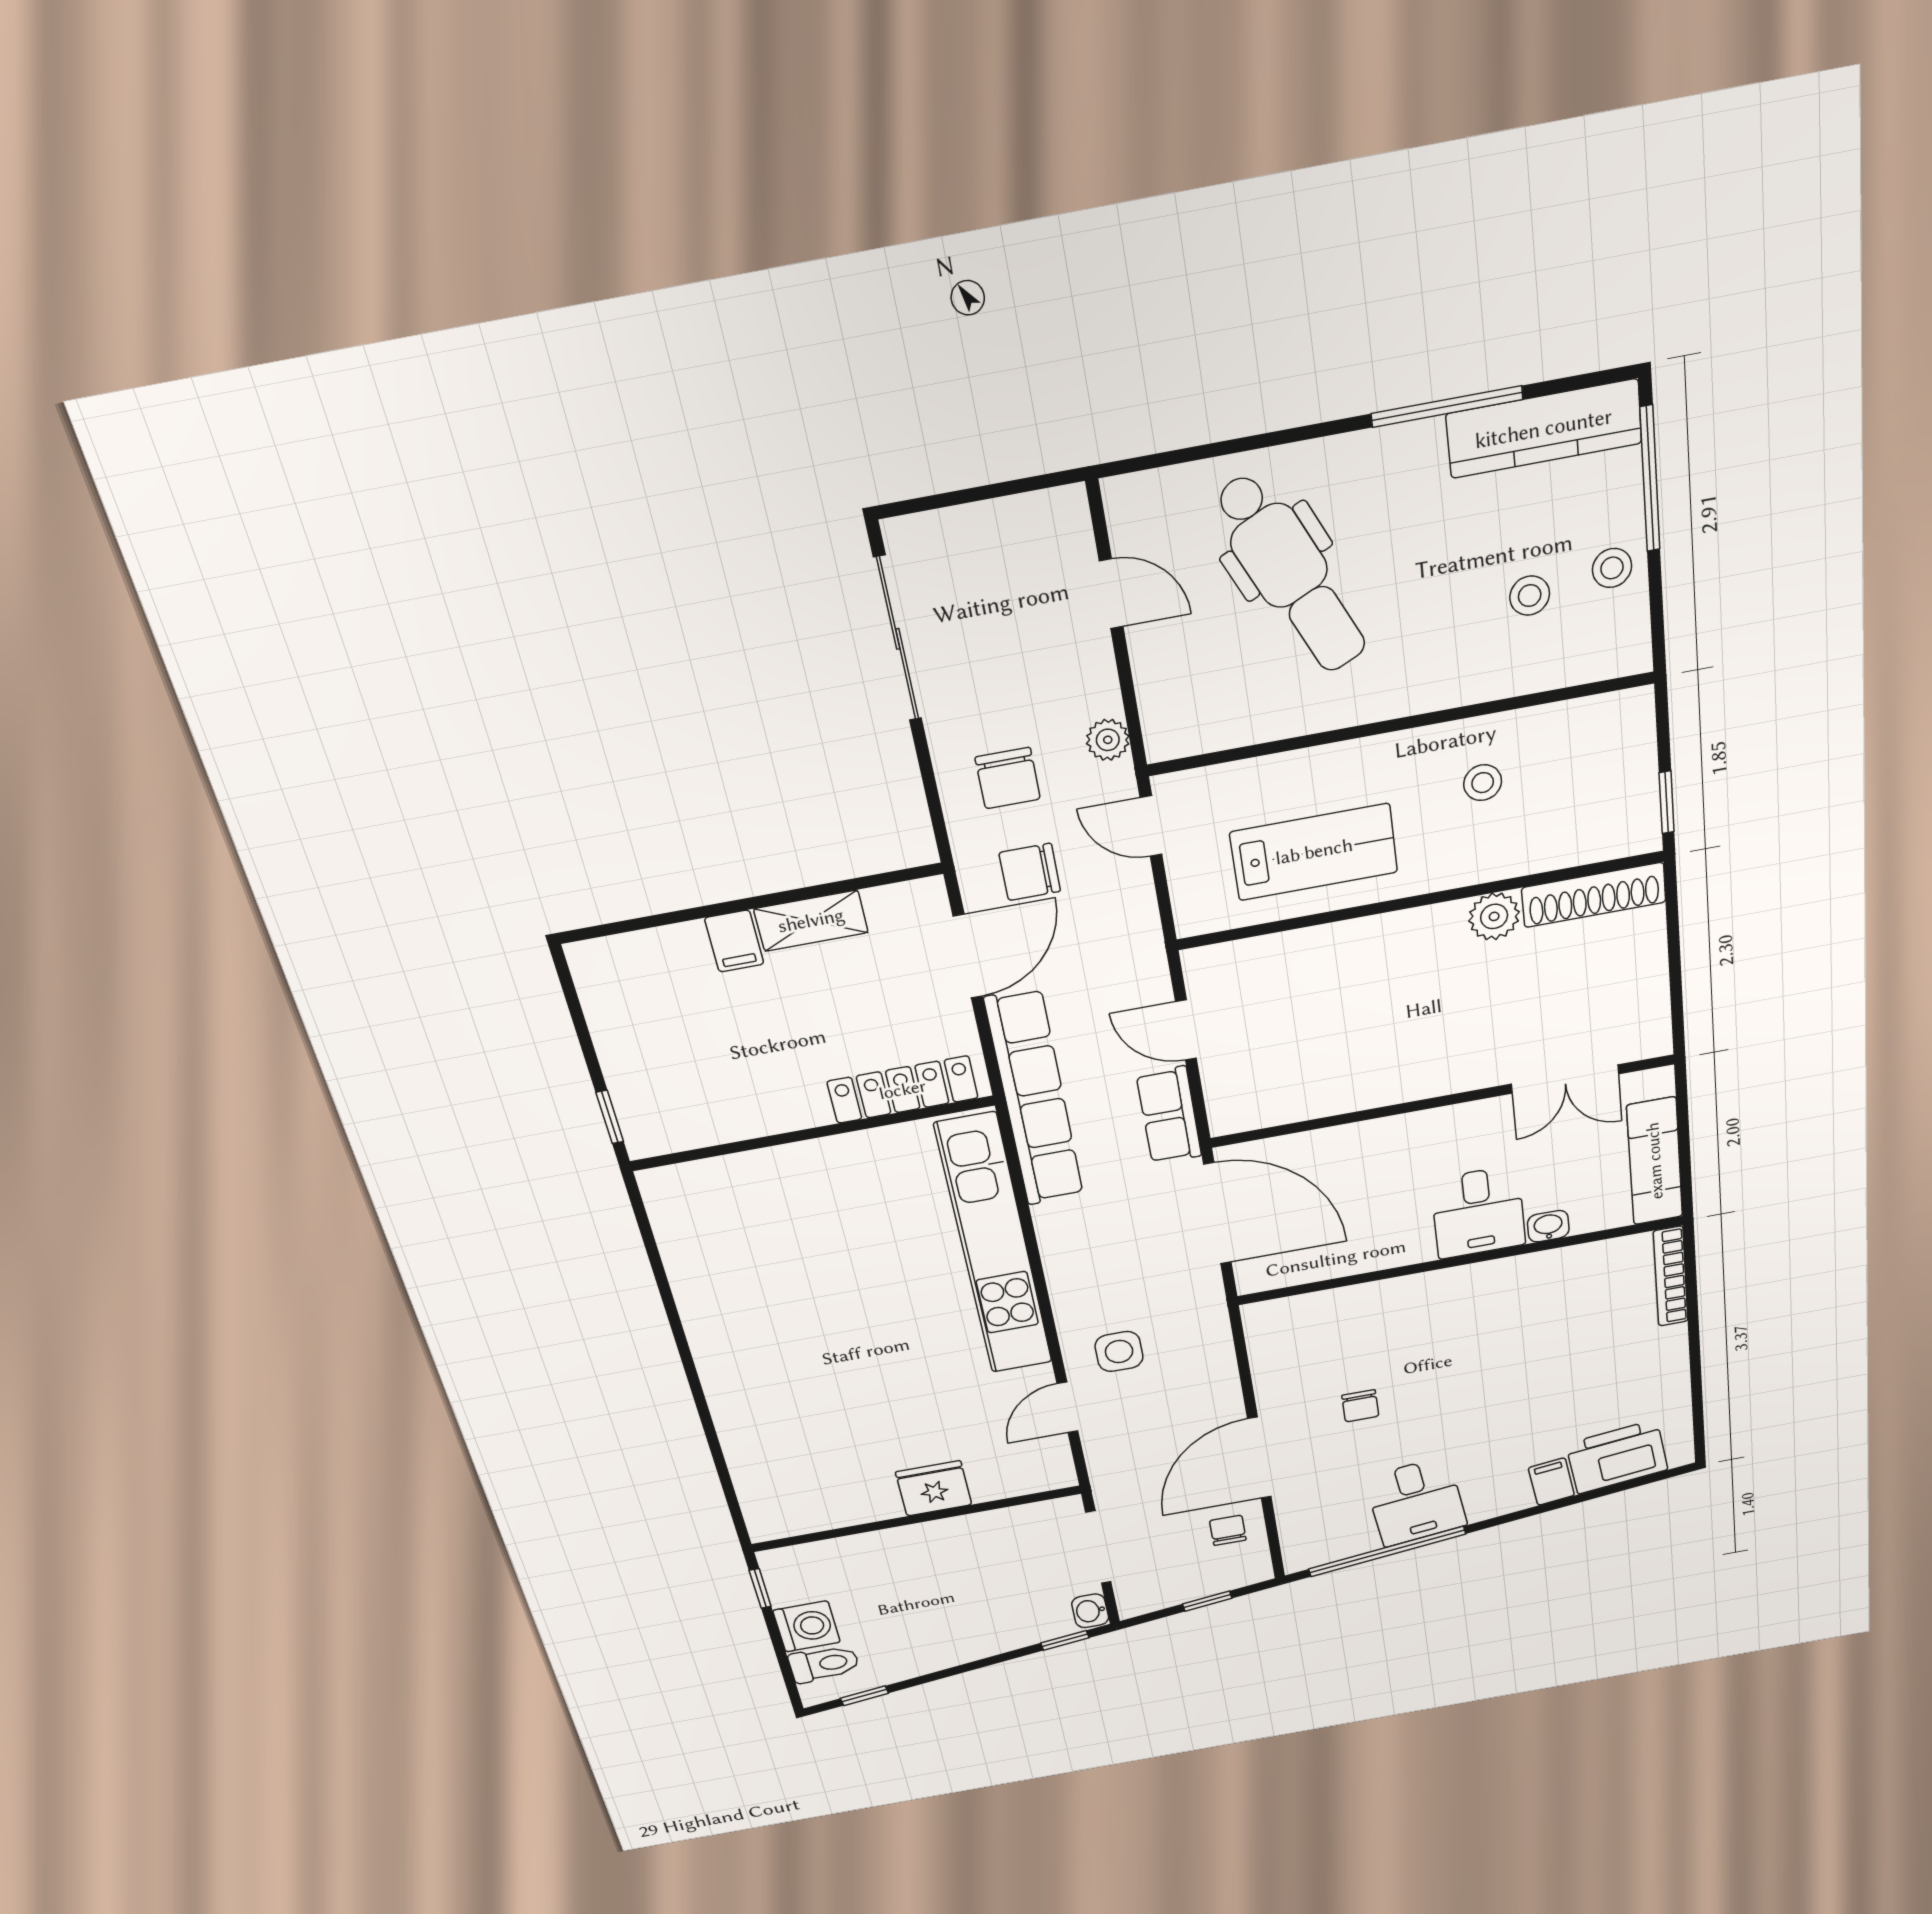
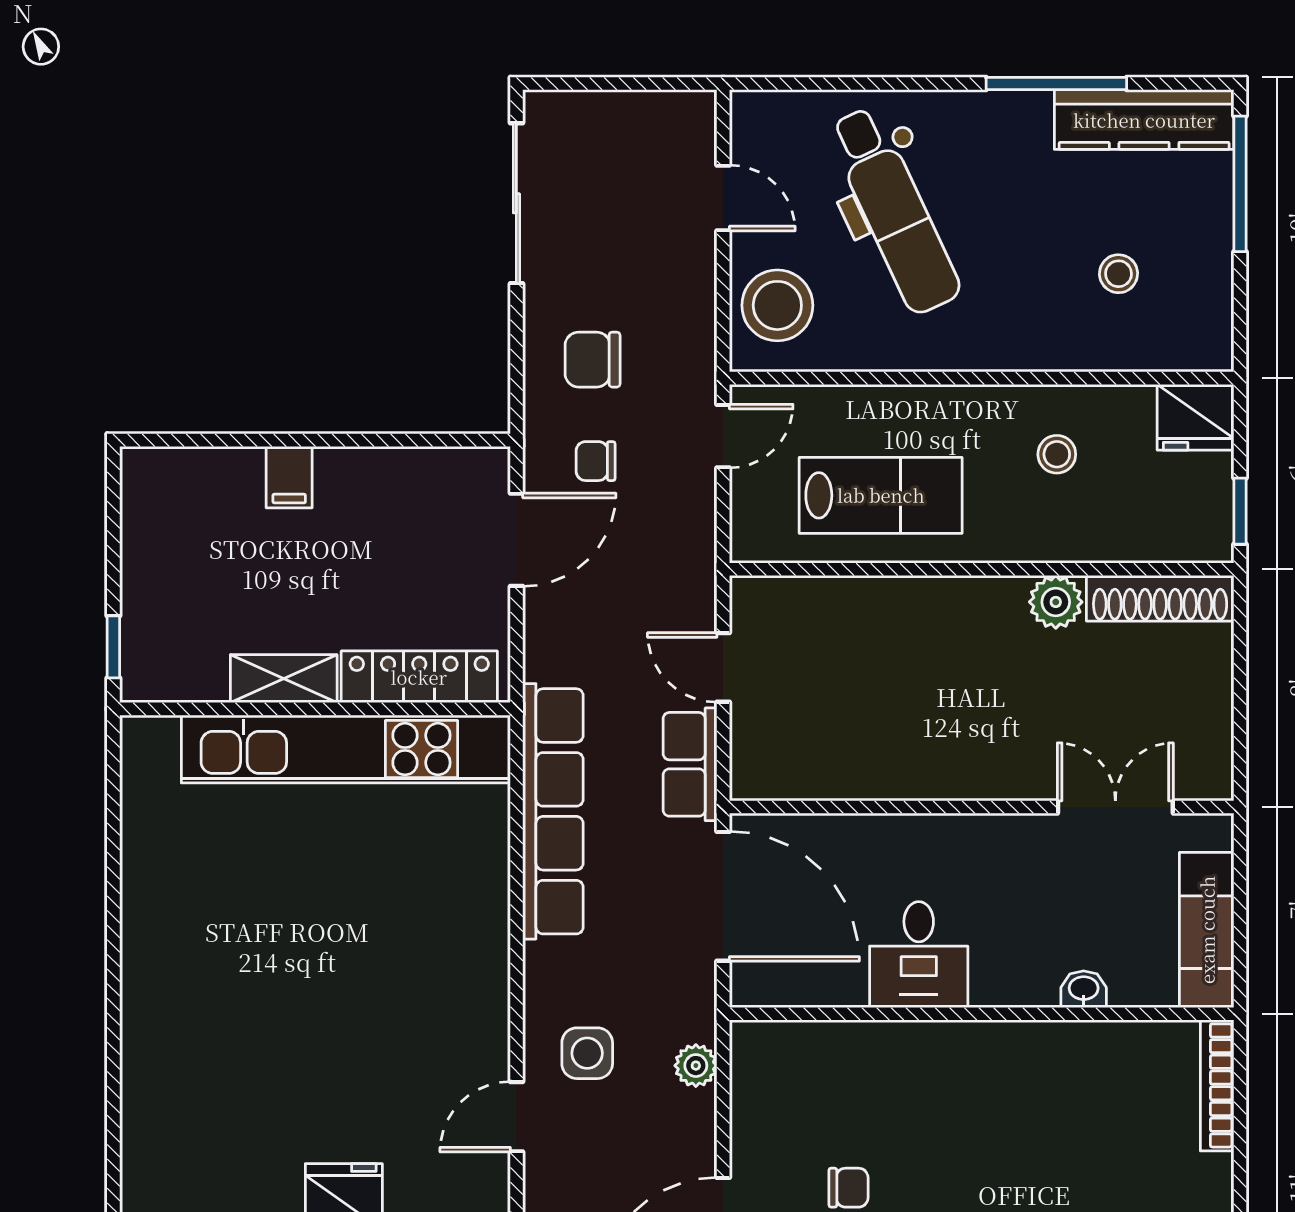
stool: (1612, 568) -> (777, 305), moved, width x1.89, depth x1.89
fridge: (1618, 722) -> (1196, 417), added
plant: (1108, 740) -> (696, 1066), moved
chair: (1008, 778) -> (593, 360), turned 90
door: (1151, 826) -> (723, 436), swing flipped
chair: (1030, 872) -> (596, 461), width x0.73, depth x0.73
shelving: (811, 921) -> (284, 679), moved
double door: (1565, 1079) -> (1115, 807), swing flipped
row of seats: (1034, 1098) -> (553, 811), moved
desk: (1478, 1212) -> (919, 955), moved
kitchen unit: (994, 1246) -> (346, 749), moved, turned -90
chair: (1360, 1406) -> (848, 1188), turned -90

